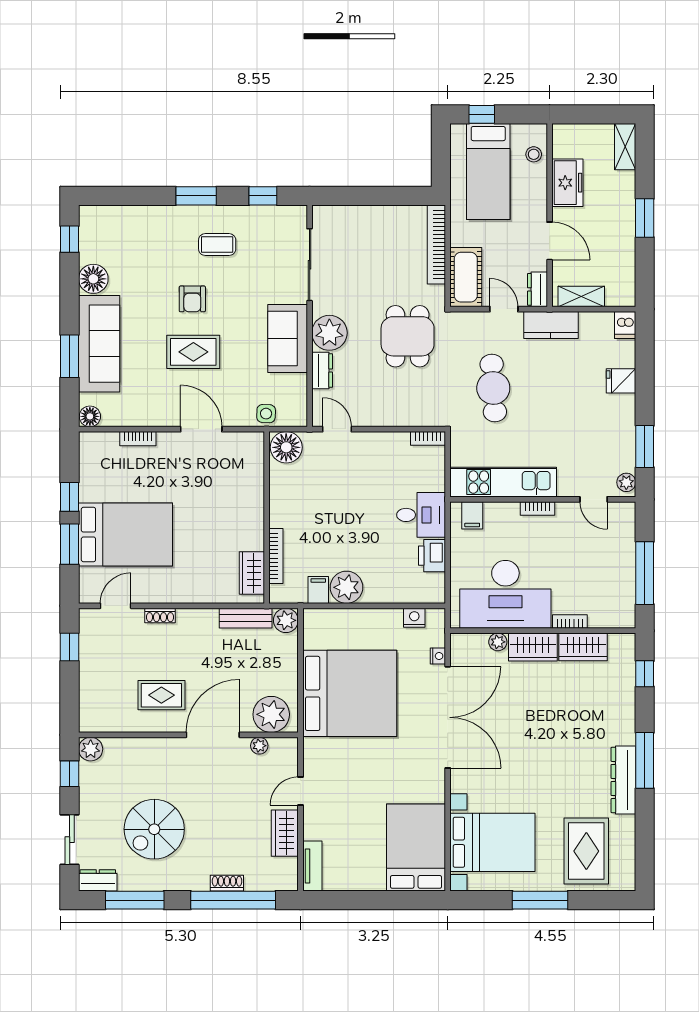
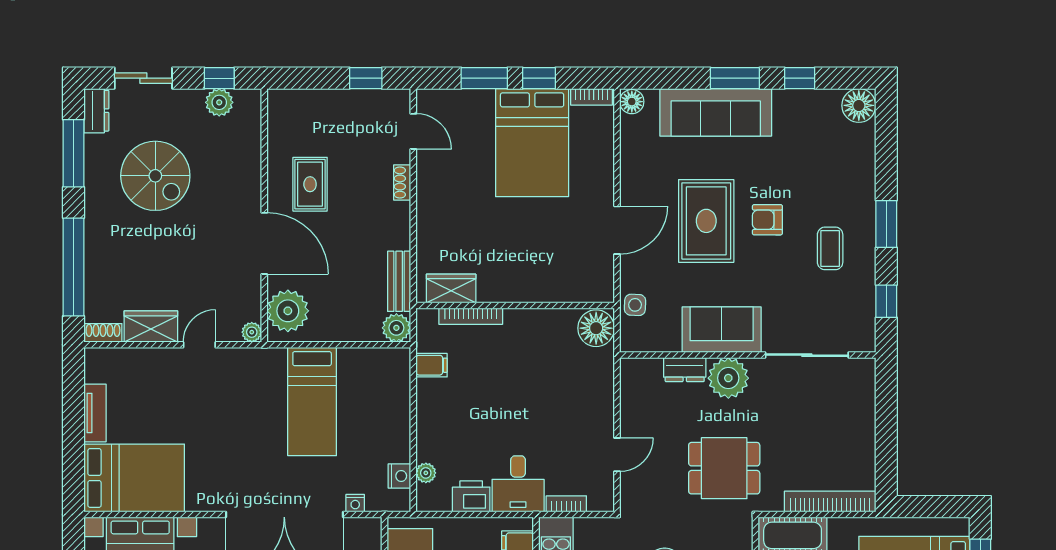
window: (70, 239) -> (800, 78), moved
floor lamp: (93, 279) -> (859, 105), moved
rug: (193, 352) -> (706, 221), width x1.36, depth x1.43
window: (70, 356) -> (735, 78), moved
door: (337, 429) -> (617, 455), moved
bookcase: (428, 438) -> (566, 504), moved, turned 90
bookcase: (138, 439) -> (591, 97), moved, turned -90
bed: (125, 535) -> (532, 143), moved
plant: (346, 587) -> (426, 473), moved, width x0.53, depth x0.53
bed: (350, 693) -> (312, 401), width x0.49
plant: (259, 746) -> (252, 332), moved
plant: (91, 749) -> (219, 102), moved
door: (301, 791) -> (199, 345), hinge flipped
spiral stairs: (154, 829) -> (155, 176), turned 180
tv unit: (312, 866) -> (95, 413), moved, turned -90
shoe rack: (227, 883) -> (103, 333), moved, turned -90

